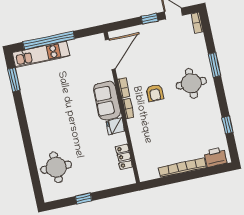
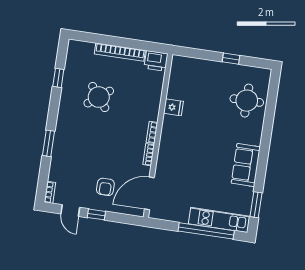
round table: (191, 83) -> (99, 97), moved, turned -38
armchair: (155, 93) -> (105, 187), moved, turned 180
sofa: (107, 101) -> (246, 165), moved, turned 180
fridge: (115, 126) -> (173, 107), moved
locker: (124, 157) -> (175, 85), removed
printer: (215, 157) -> (156, 61), moved

